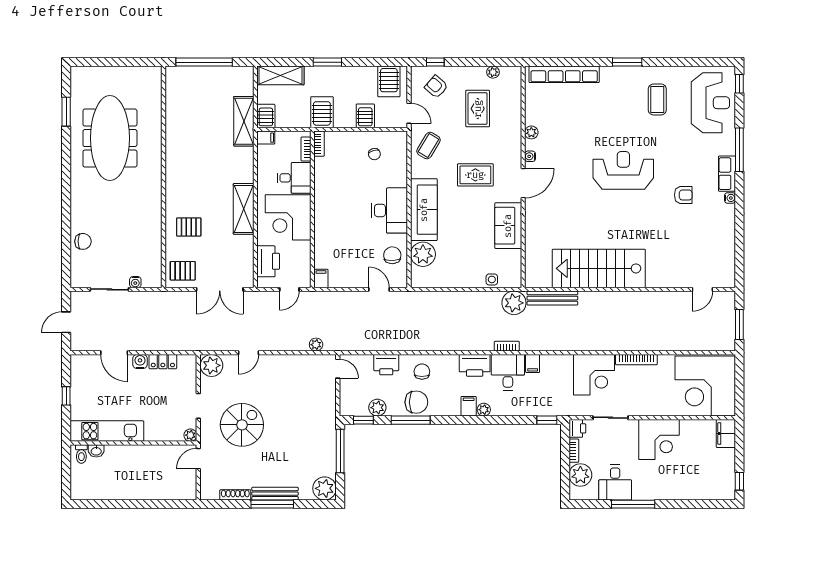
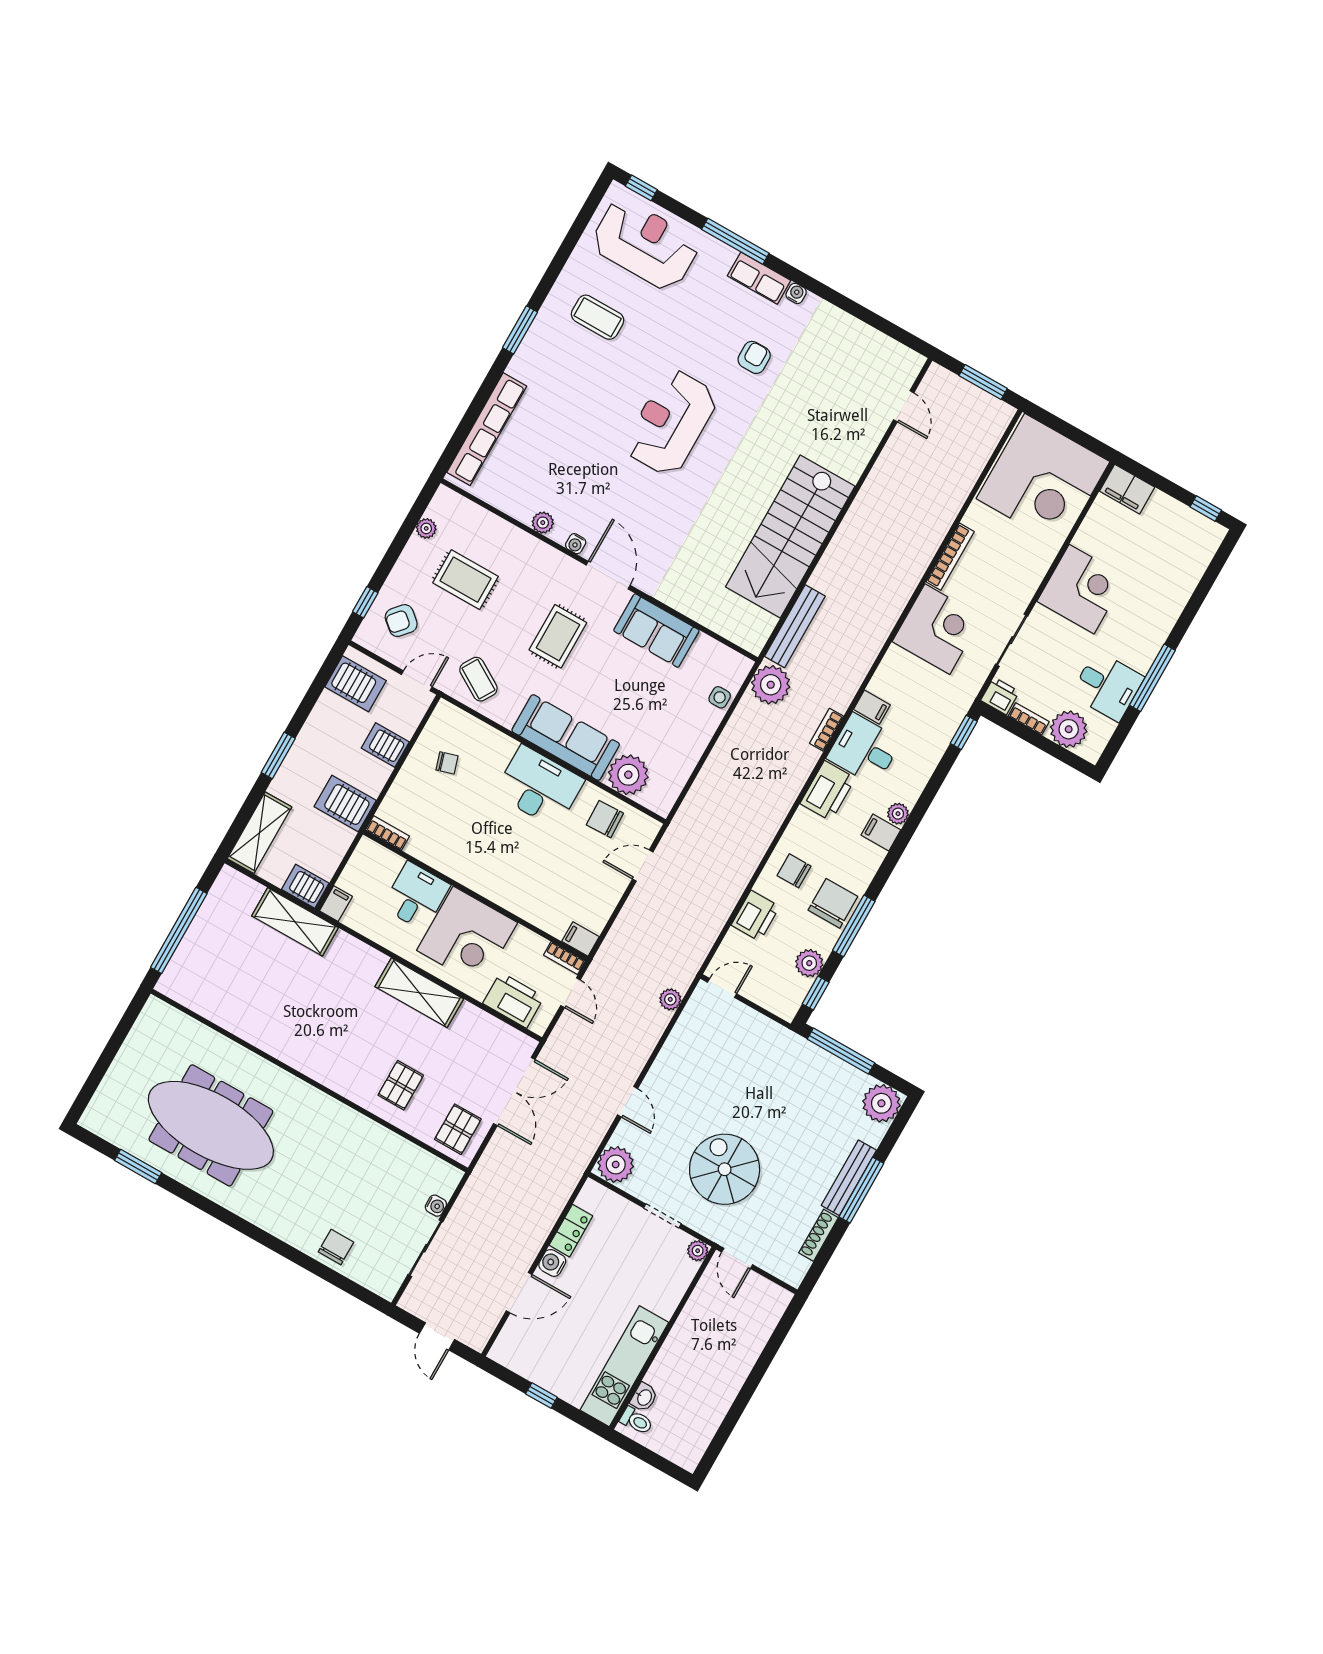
bookcase: (306, 149) -> (564, 958), moved

